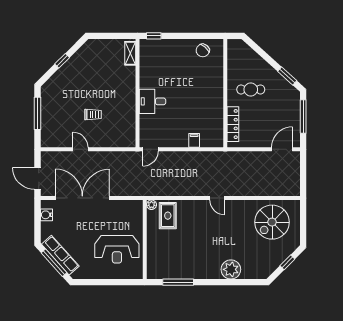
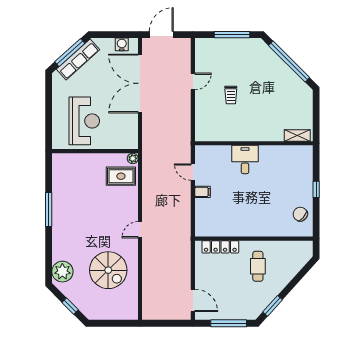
window: (154, 36) -> (316, 189), moved
window: (62, 61) -> (289, 61), width x3.17
filing cabinet: (194, 140) -> (203, 192), moved
door: (150, 149) -> (193, 172), moved
double door: (82, 198) -> (140, 83), swing flipped
spiral stairs: (272, 222) -> (108, 270), moved, turned 180
reception desk: (117, 249) -> (84, 121), turned 180
plant: (231, 269) -> (62, 272), moved
window: (178, 282) -> (49, 210), moved

